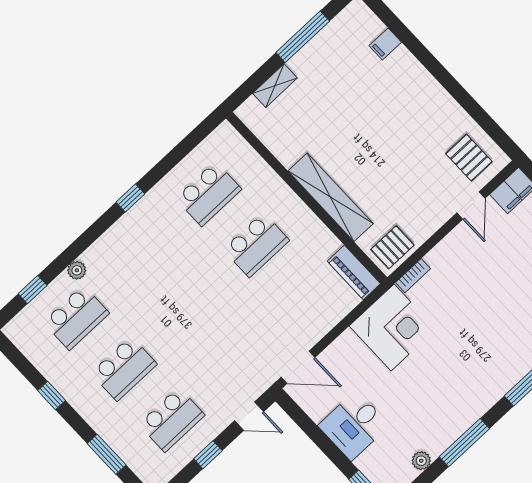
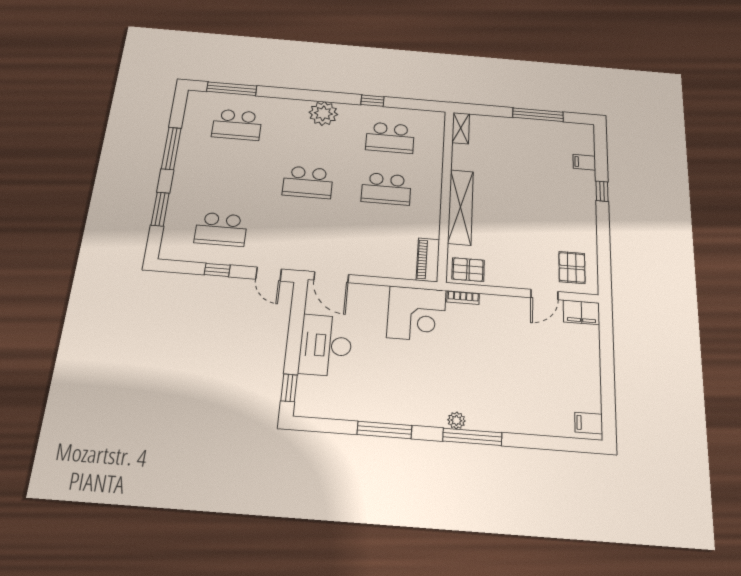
window: (426, 58) -> (602, 191), added
shelving: (275, 86) -> (461, 128), moved, turned 90
window: (130, 198) -> (372, 101), moved
plant: (77, 270) -> (323, 113), moved, width x1.88, depth x1.88
window: (33, 290) -> (232, 89), width x2.17
school desk: (124, 369) -> (308, 182), moved
window: (52, 395) -> (171, 148), width x2.17
desk: (354, 425) -> (326, 345), width x1.37
plant: (421, 461) -> (456, 420), moved

